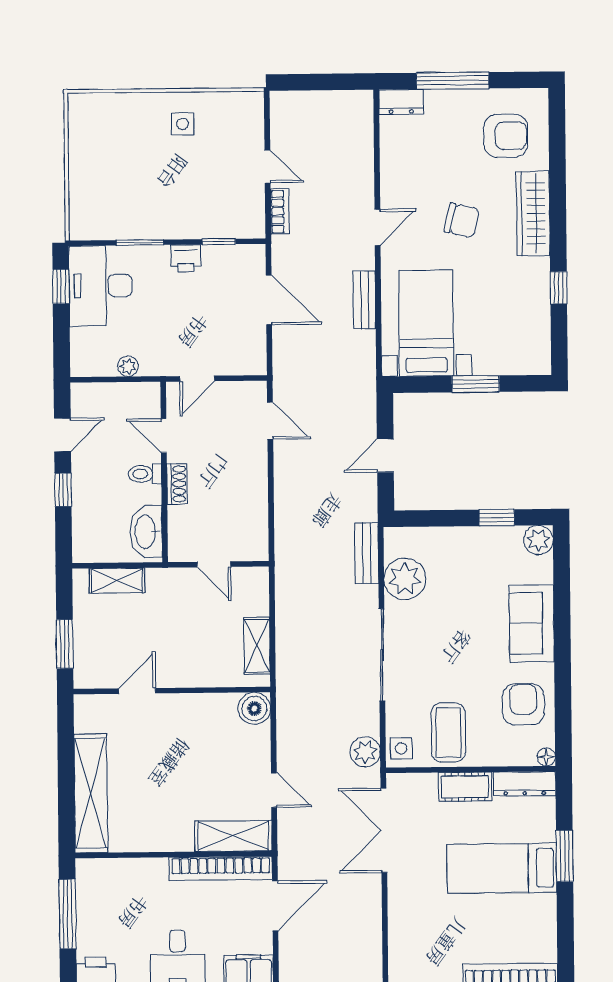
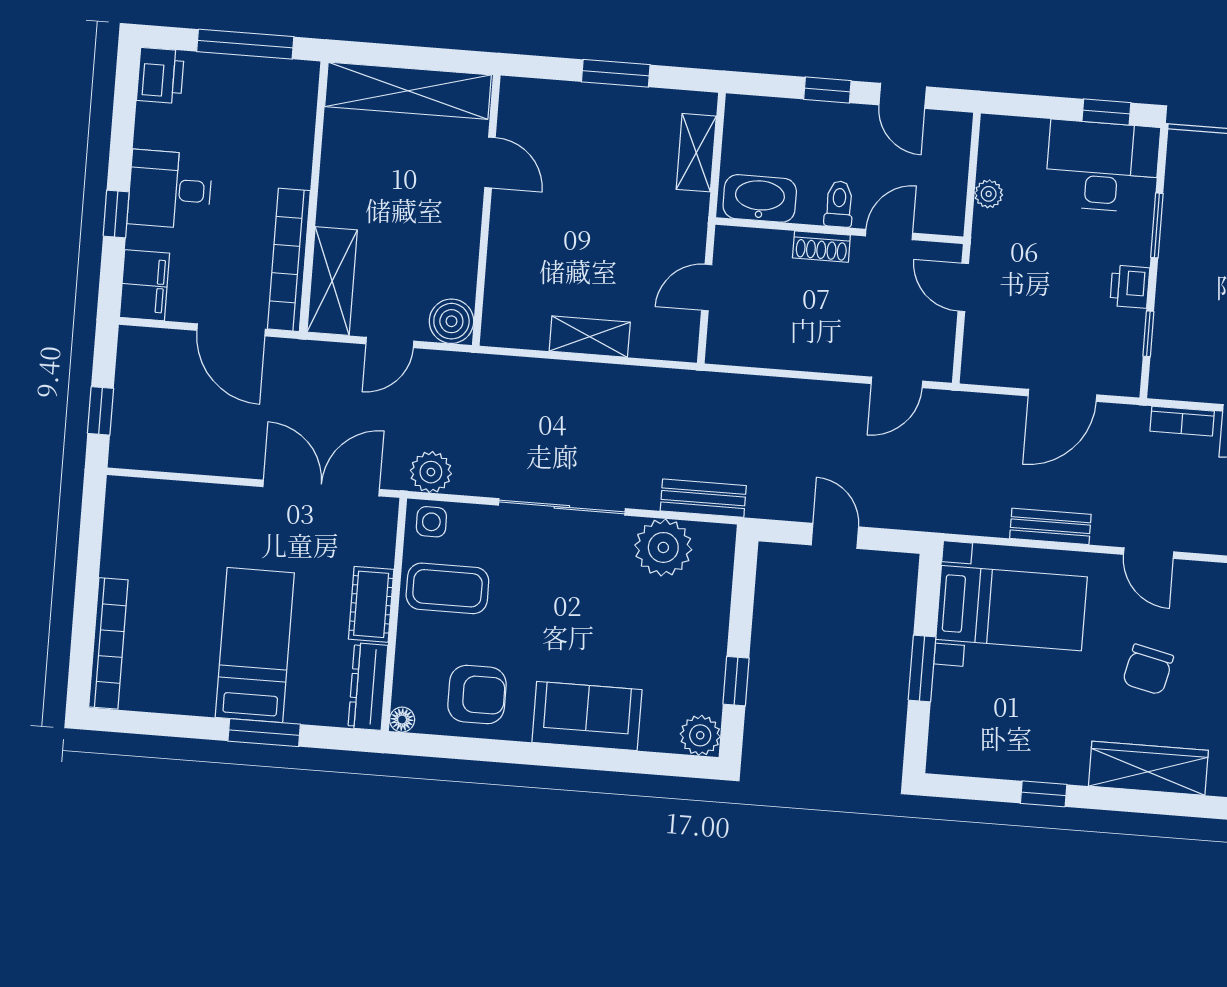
door: (137, 691) -> (490, 163), moved
wall: (172, 691) -> (486, 210), moved
boiler: (254, 709) -> (451, 321), moved

